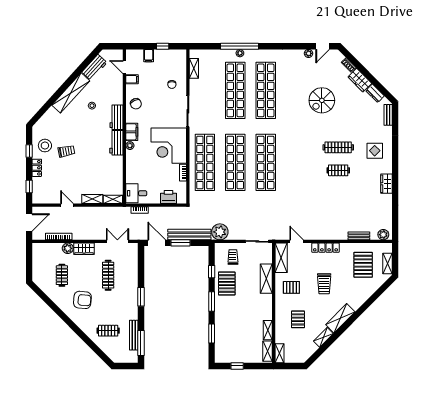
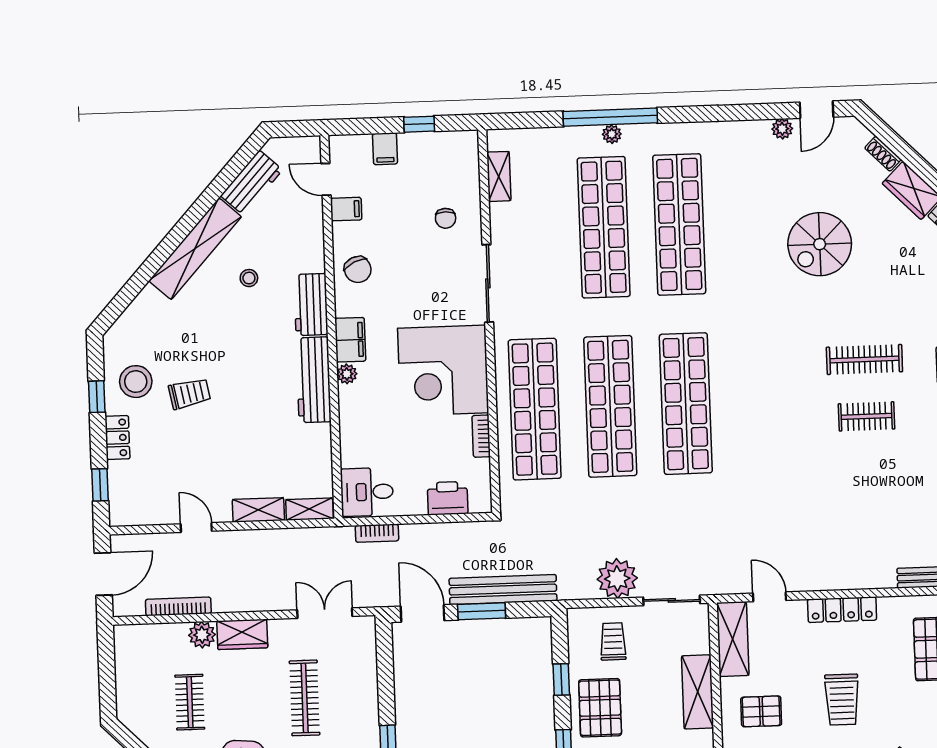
workbench: (116, 143) -> (313, 380), width x1.38
plant: (220, 232) -> (617, 579), moved

